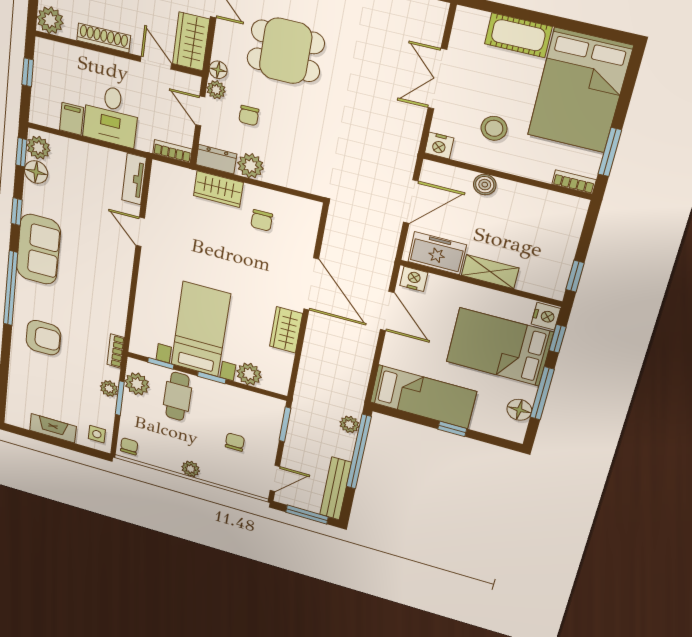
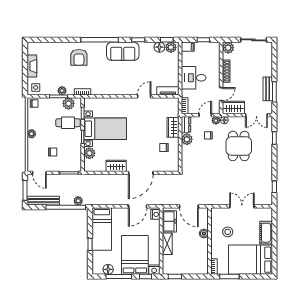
filing cabinet: (71, 119) -> (188, 47), moved
nightstand: (439, 145) -> (215, 213), removed

